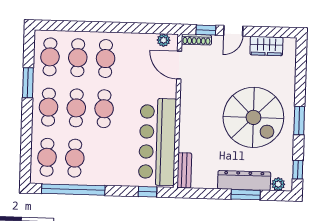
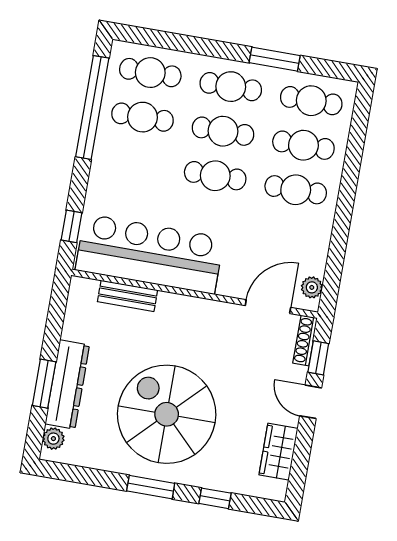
spiral stairs: (253, 117) -> (167, 414), turned 90
bench: (184, 170) -> (128, 296), moved
window: (298, 170) -> (215, 498), moved

